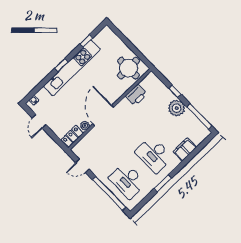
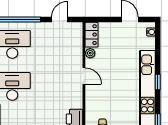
door: (103, 116) -> (84, 76), width x0.53

